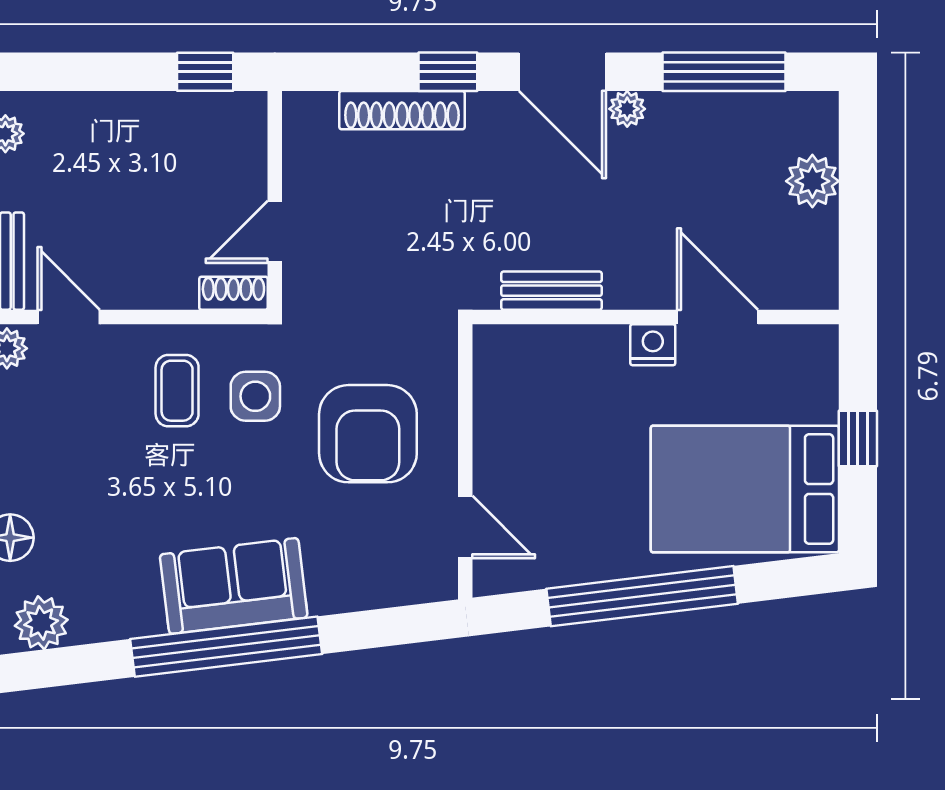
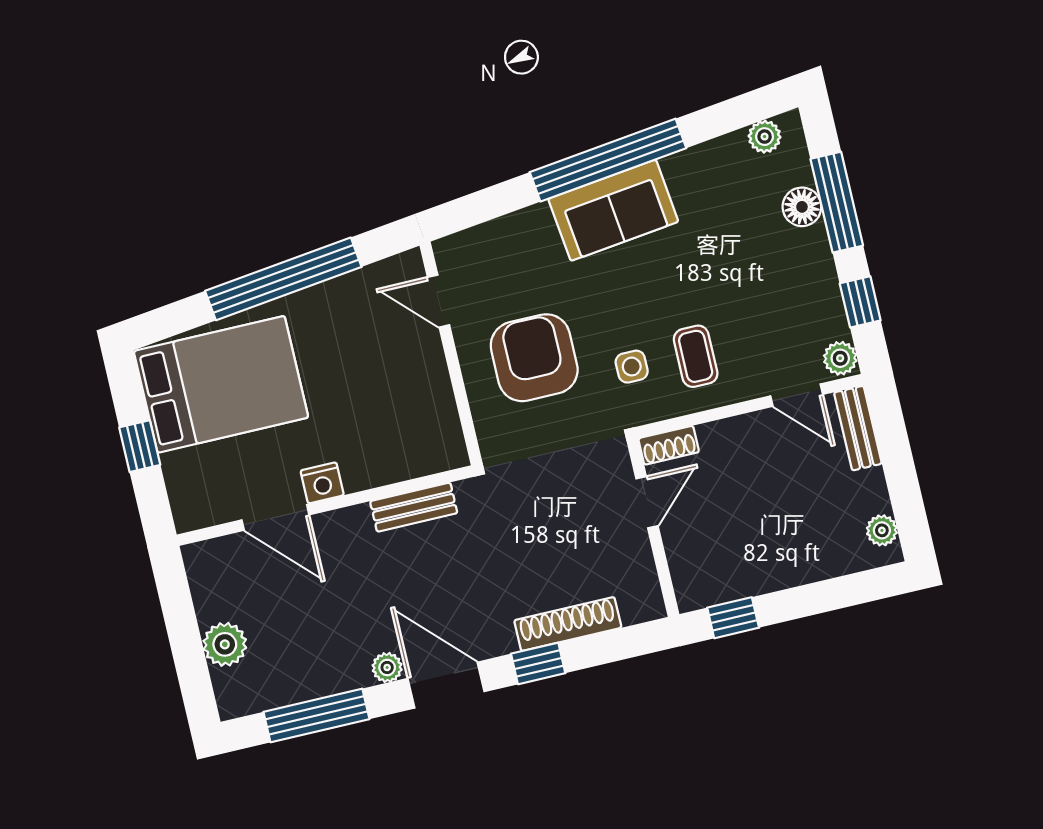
side table: (255, 396) -> (632, 367), width x0.73, depth x0.73
plant: (41, 623) -> (765, 137), width x0.73, depth x0.73

